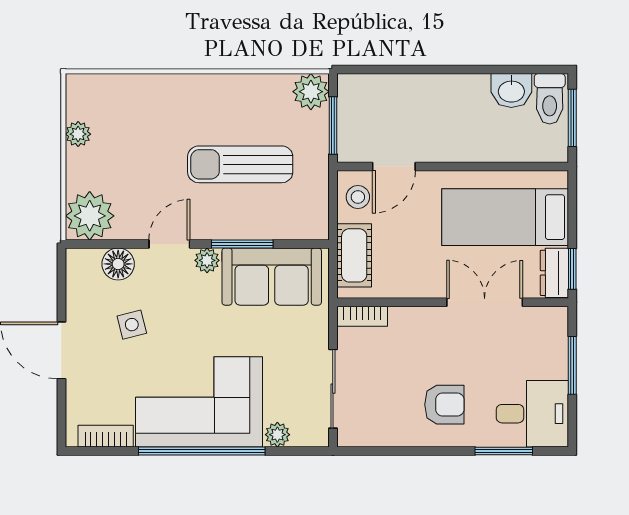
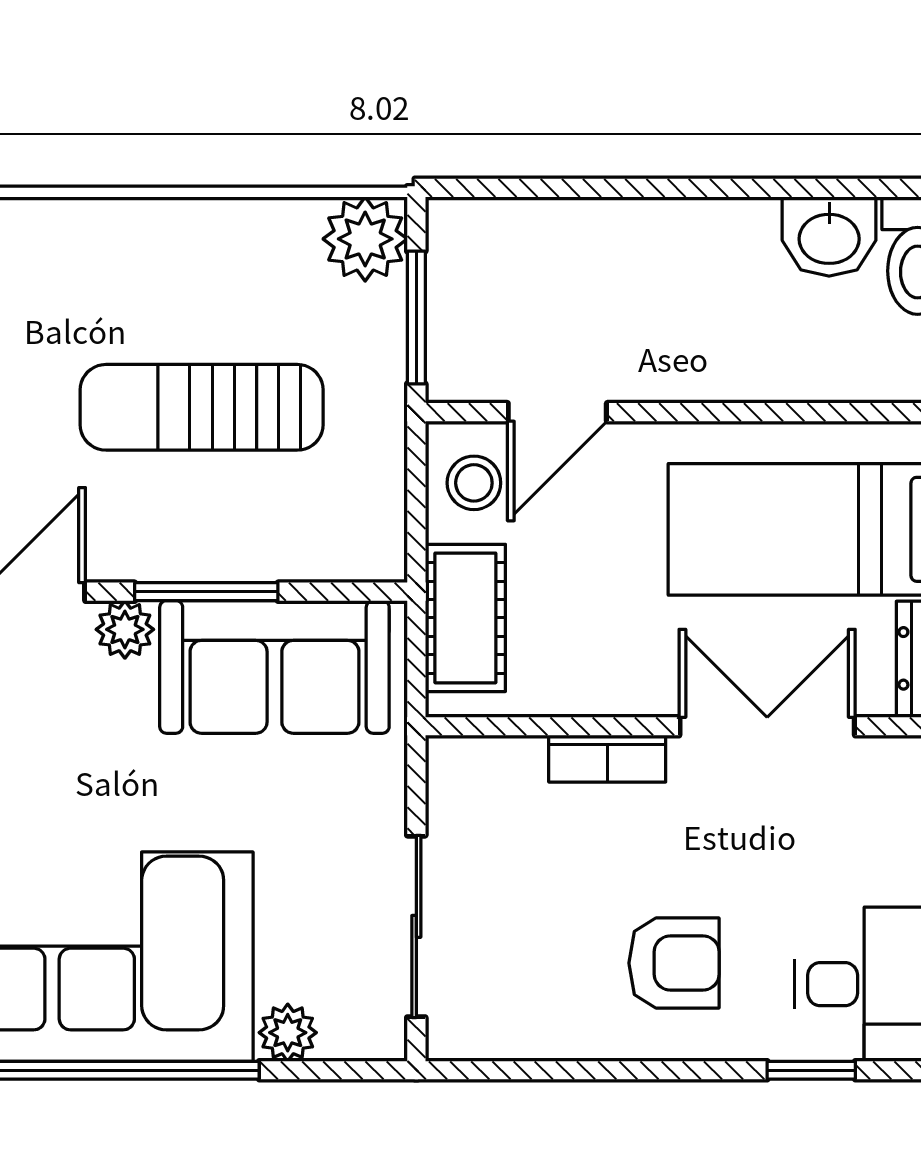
bookcase: (362, 316) -> (607, 759), moved
window: (504, 451) -> (811, 1070), width x0.67

